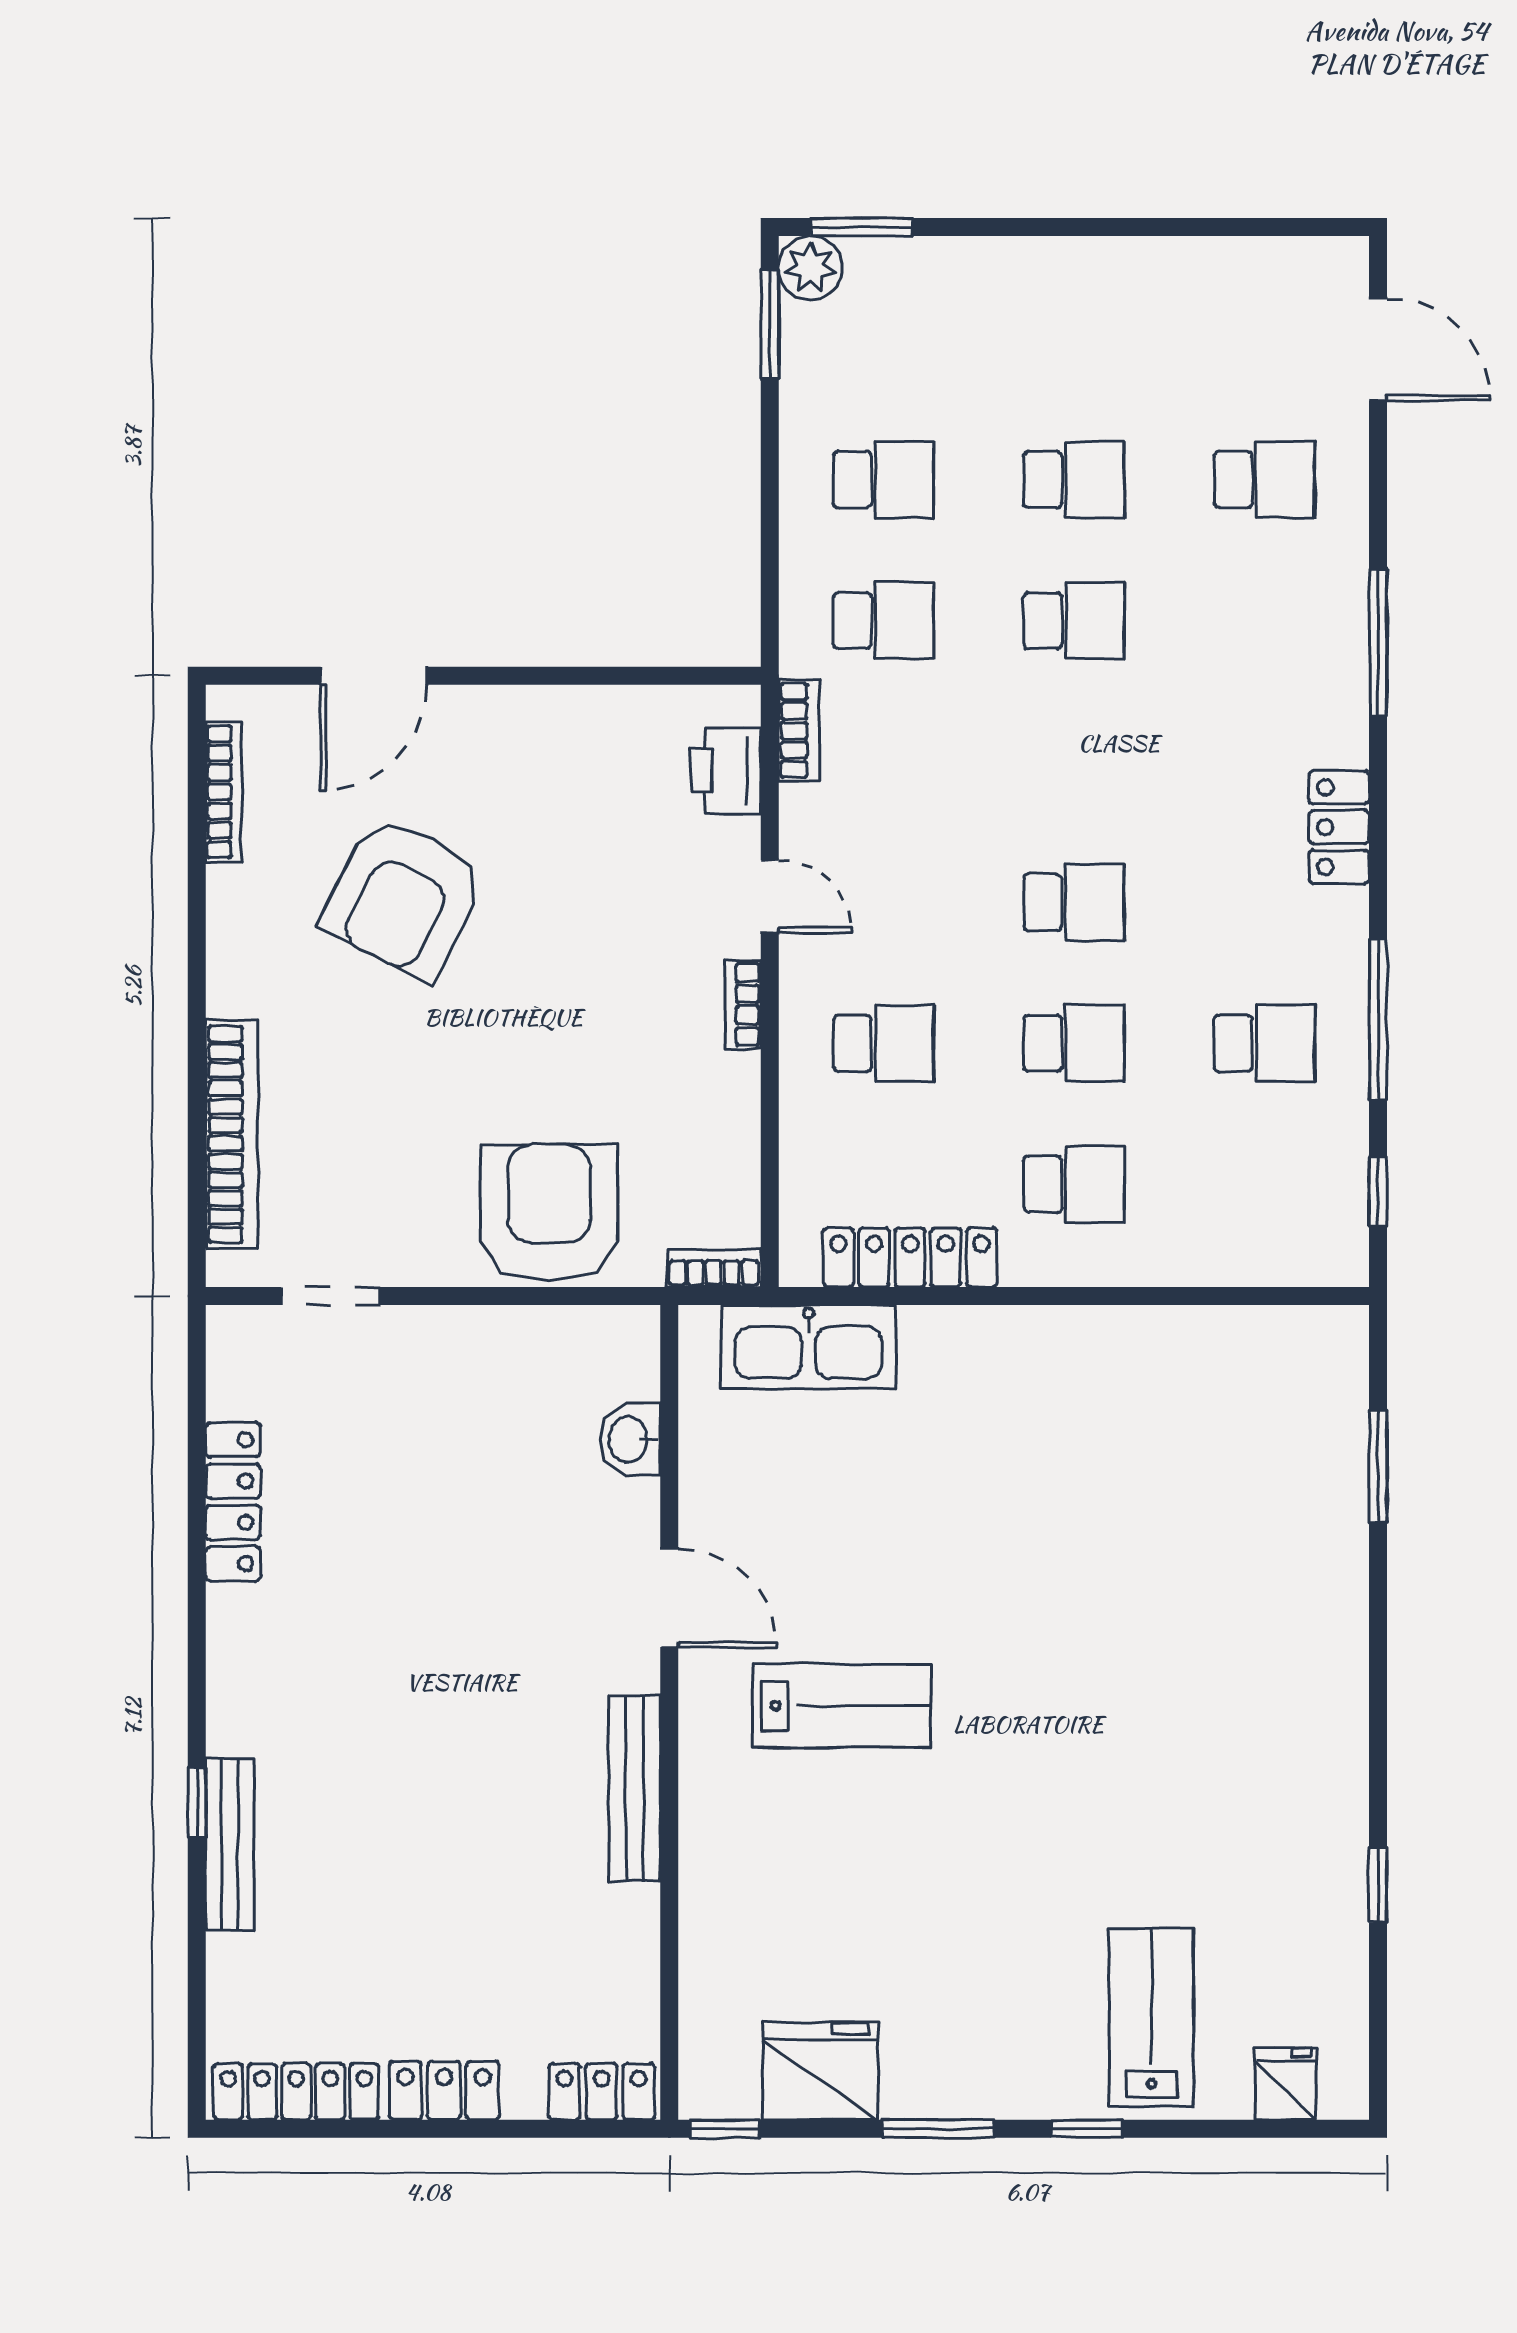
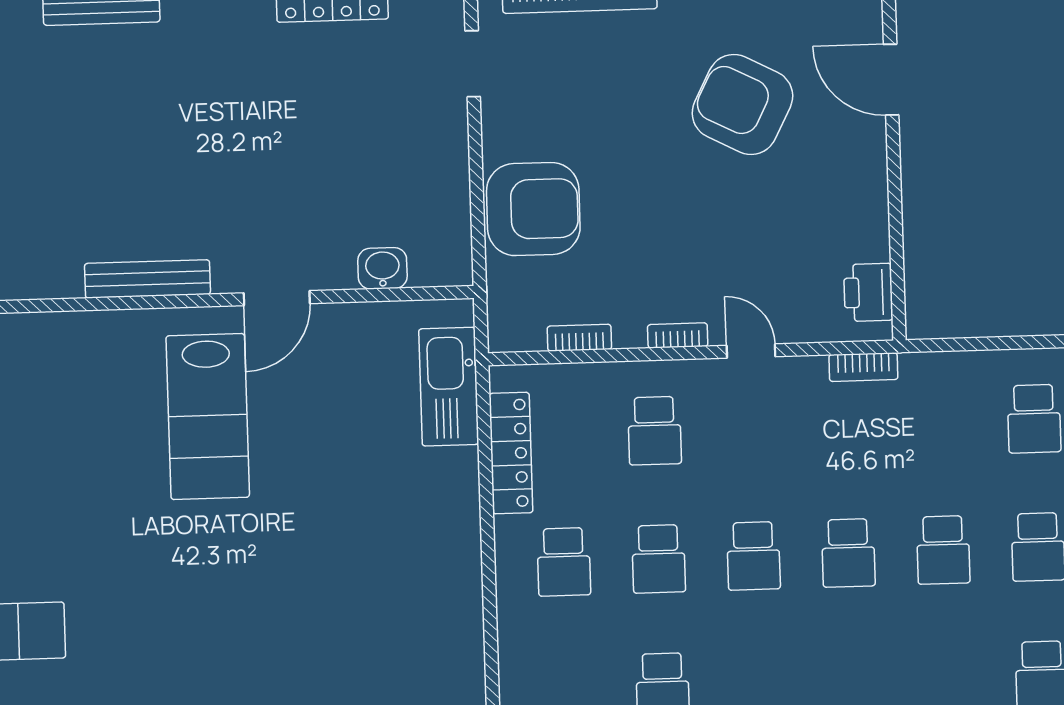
school desk: (883, 621) -> (848, 553), moved
printer: (726, 771) -> (868, 292), moved, turned -90
door: (770, 896) -> (751, 351), swing flipped
bookcase: (714, 1268) -> (579, 338), moved, turned -90
lab bench: (842, 1706) -> (208, 417), width x1.36, depth x1.39

